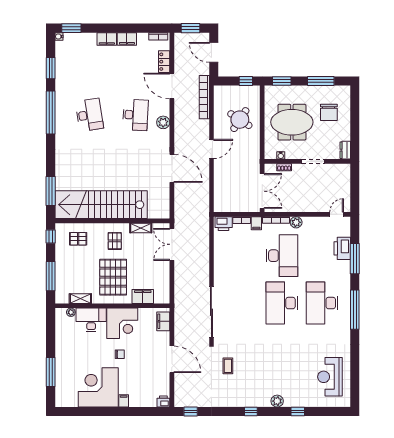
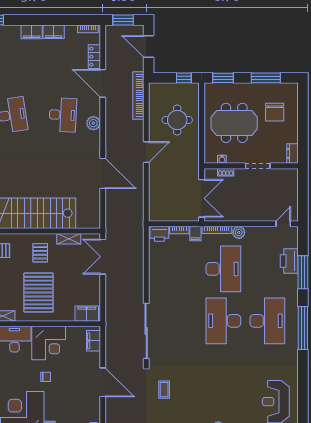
round table: (240, 120) -> (177, 120), turned -33
filing cabinet: (143, 297) -> (87, 314), moved
desk: (322, 303) -> (267, 321), turned 180

